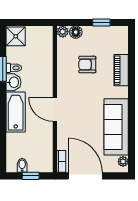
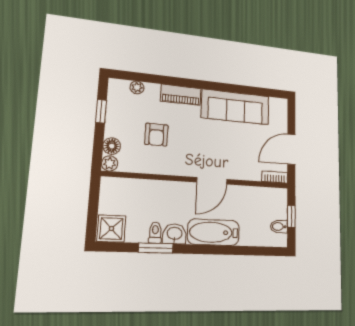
piano: (121, 70) -> (181, 95), moved
plant: (123, 161) -> (137, 87), moved
door: (85, 176) -> (291, 149), width x0.73

